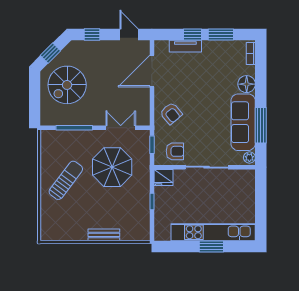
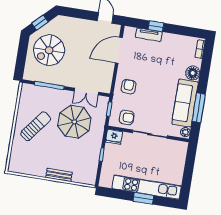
window: (92, 34) -> (76, 13), removed
window: (221, 34) -> (179, 30), removed
armchair: (171, 113) -> (129, 87), turned -138
double door: (121, 128) -> (86, 92), swing flipped

